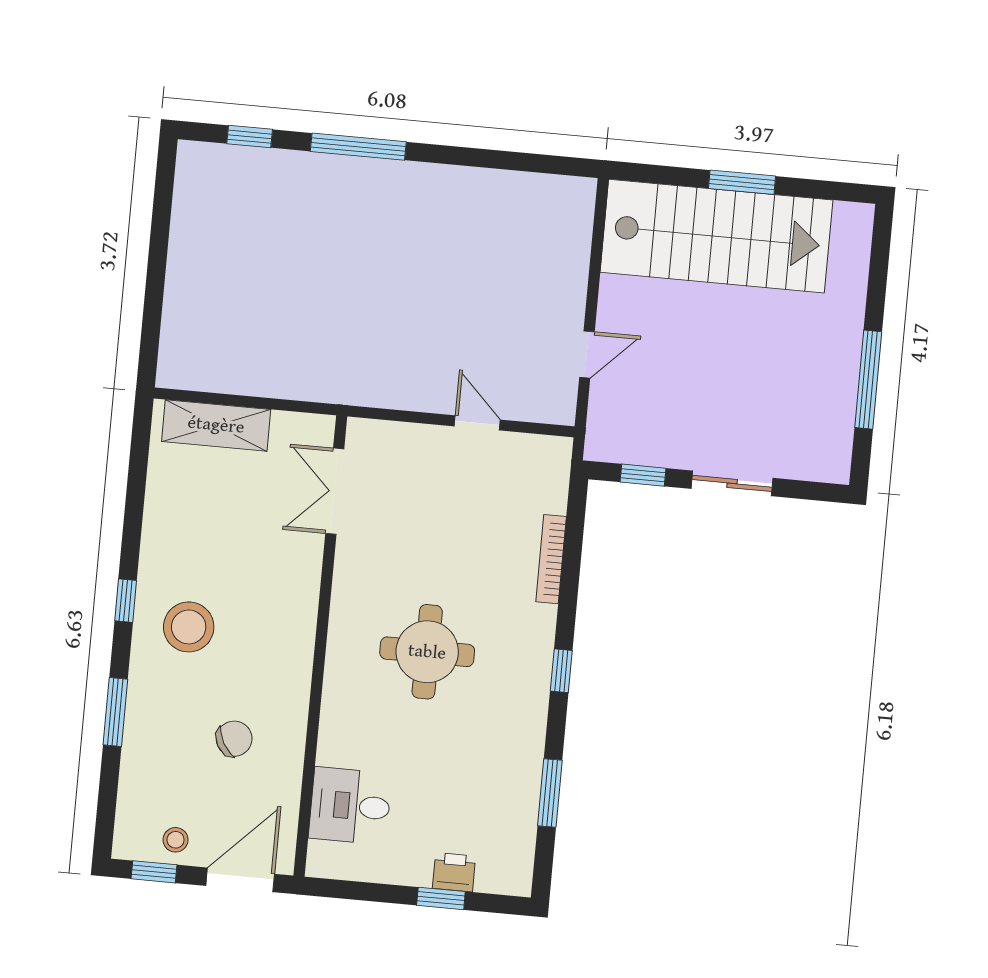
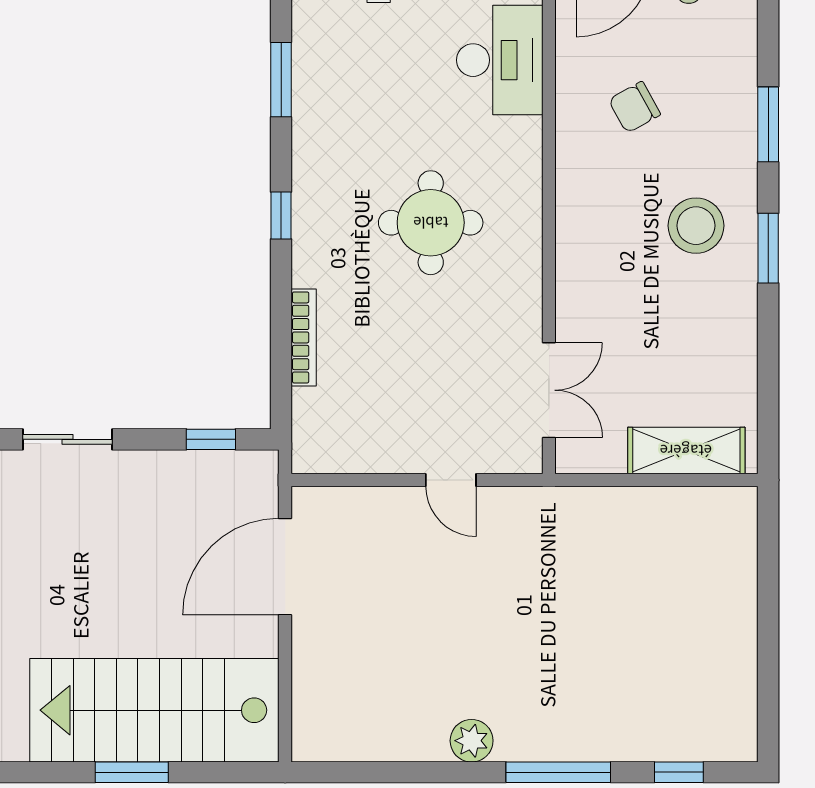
plant: (434, 182) -> (472, 741), added
door: (587, 354) -> (285, 567), width x1.88
door: (477, 423) -> (451, 480), moved
sliding door: (732, 483) -> (67, 439), moved
window: (126, 601) -> (768, 248), width x1.50
desk: (350, 806) -> (500, 60), width x1.37

